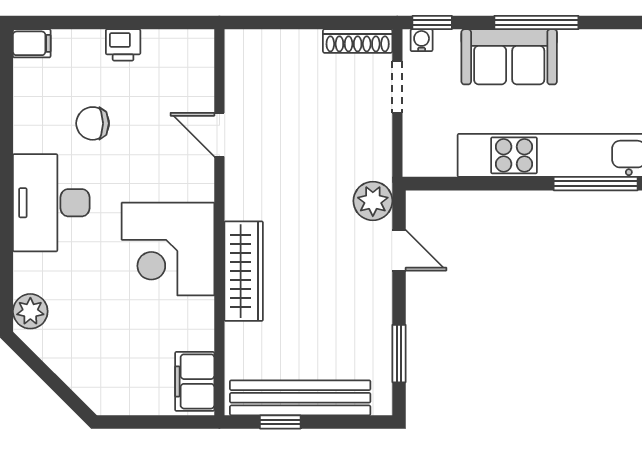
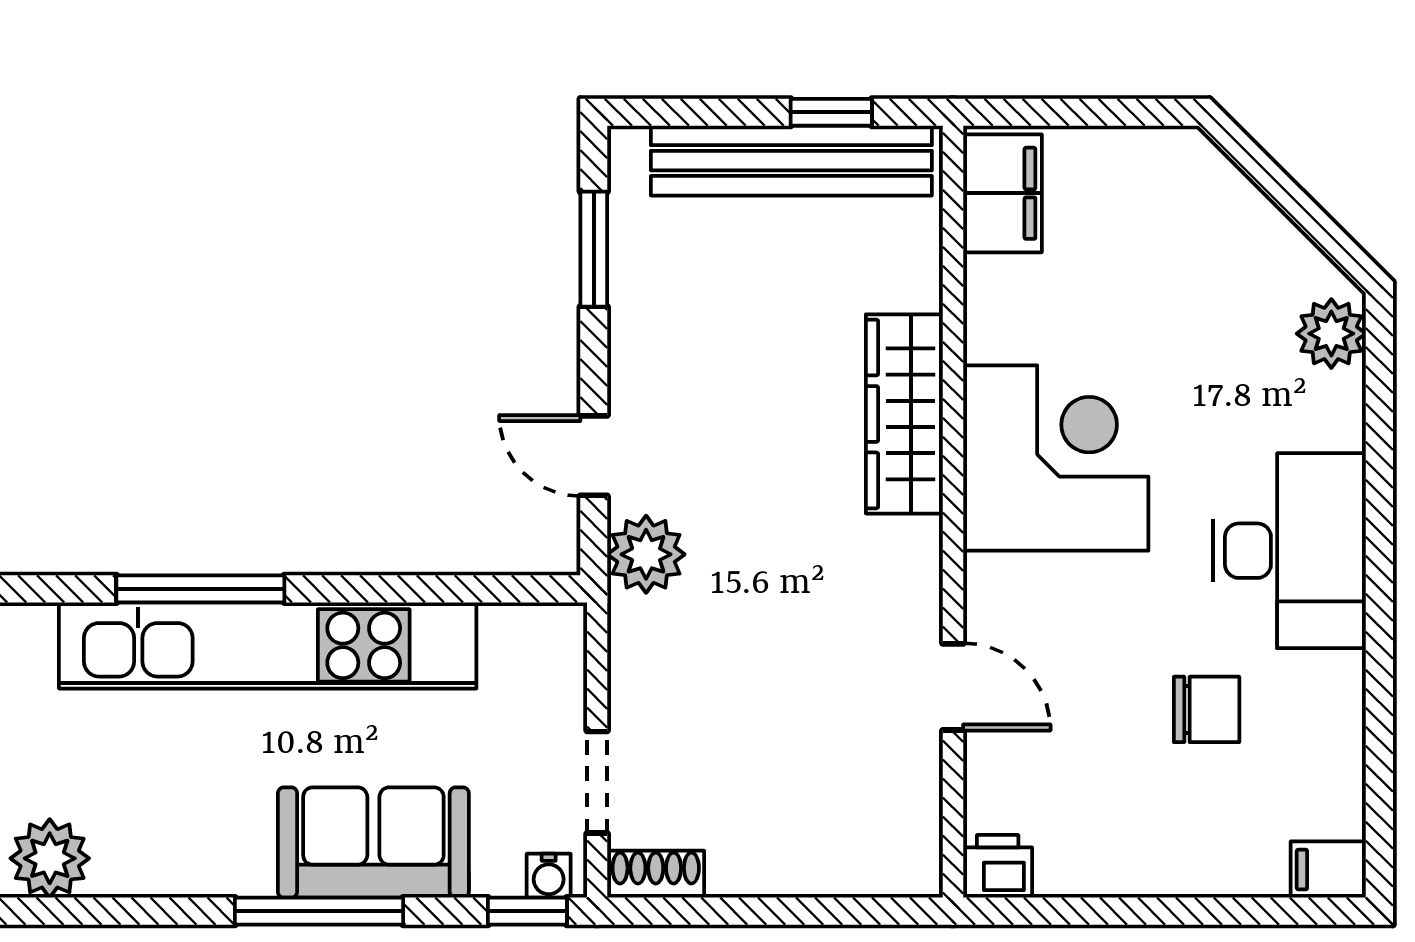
shoe rack: (358, 41) -> (656, 874), width x0.70
printer: (123, 45) -> (998, 866), moved

